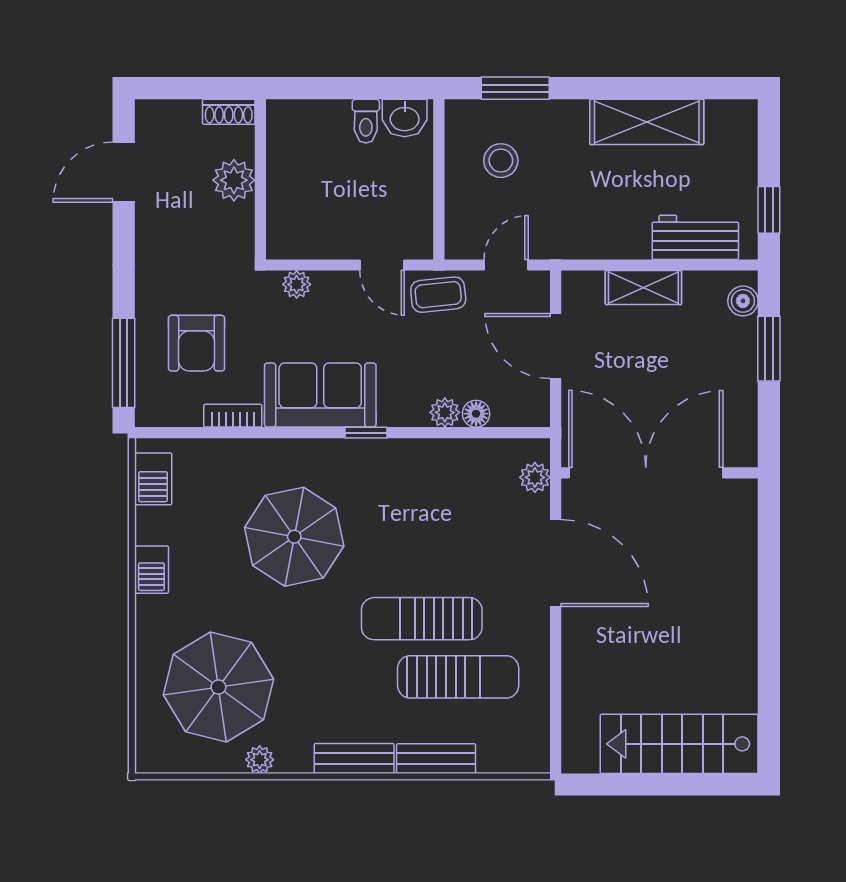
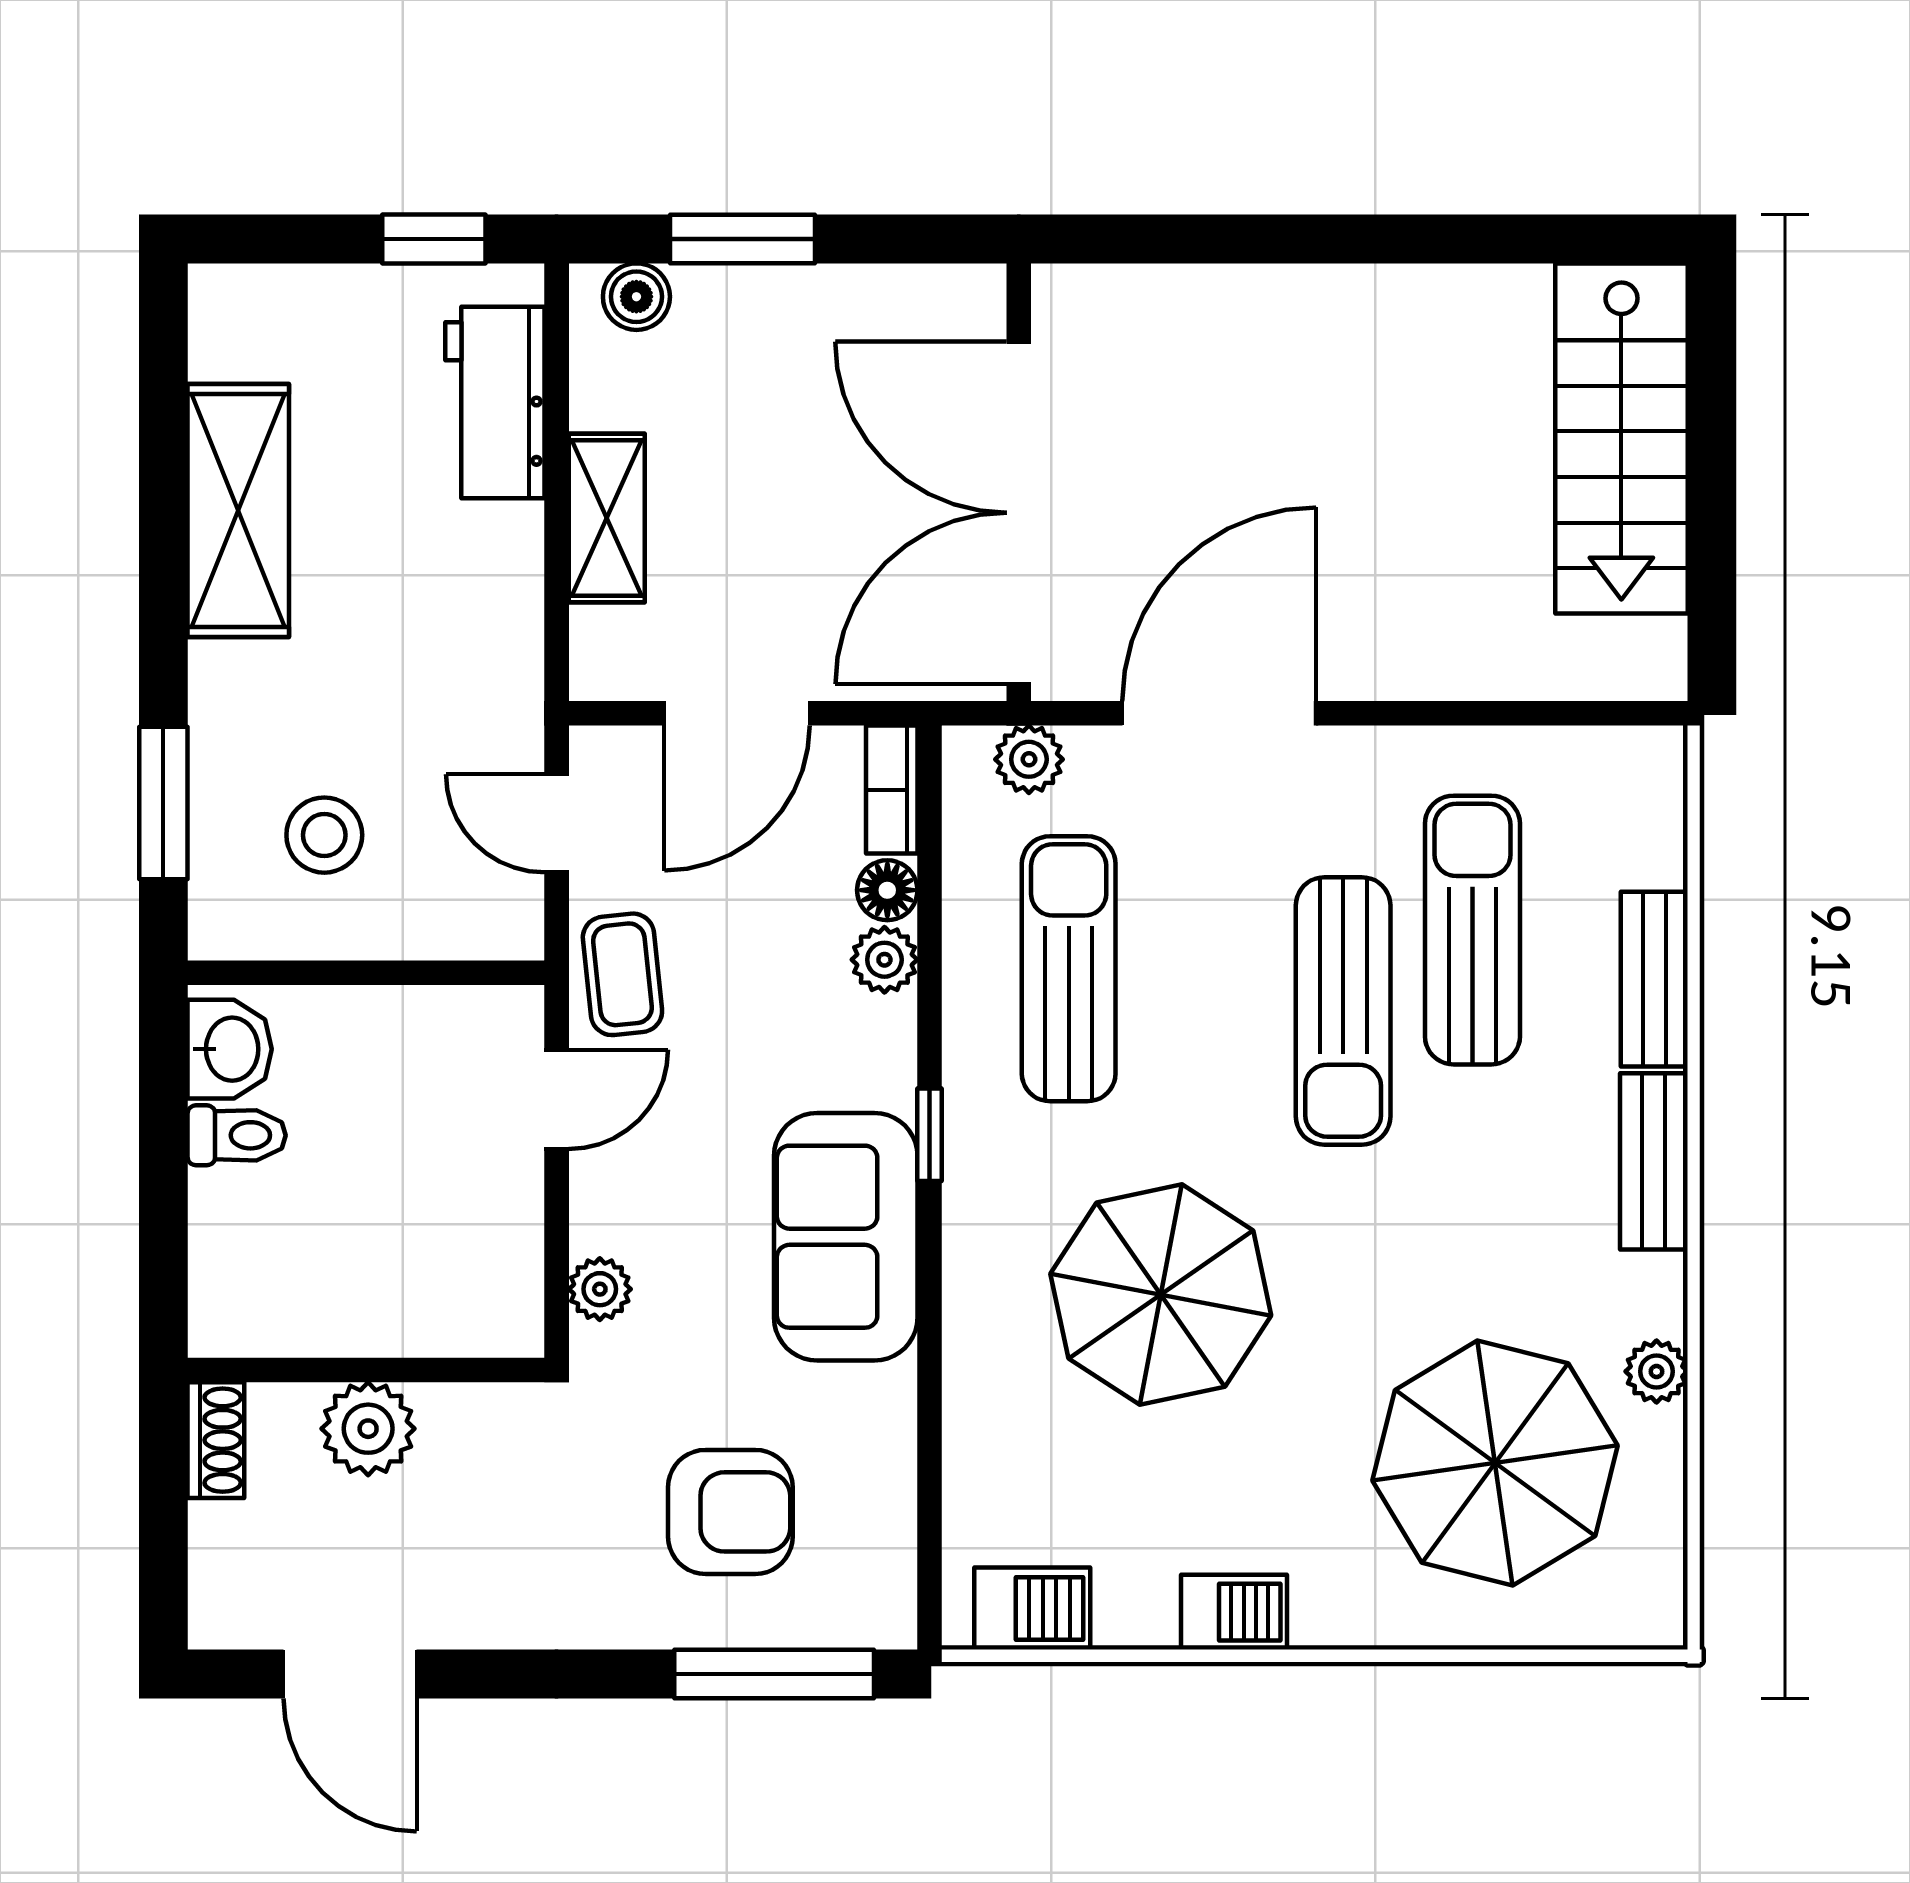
bookcase: (233, 416) -> (892, 790), moved
sun lounger: (441, 495) -> (1069, 969), added

